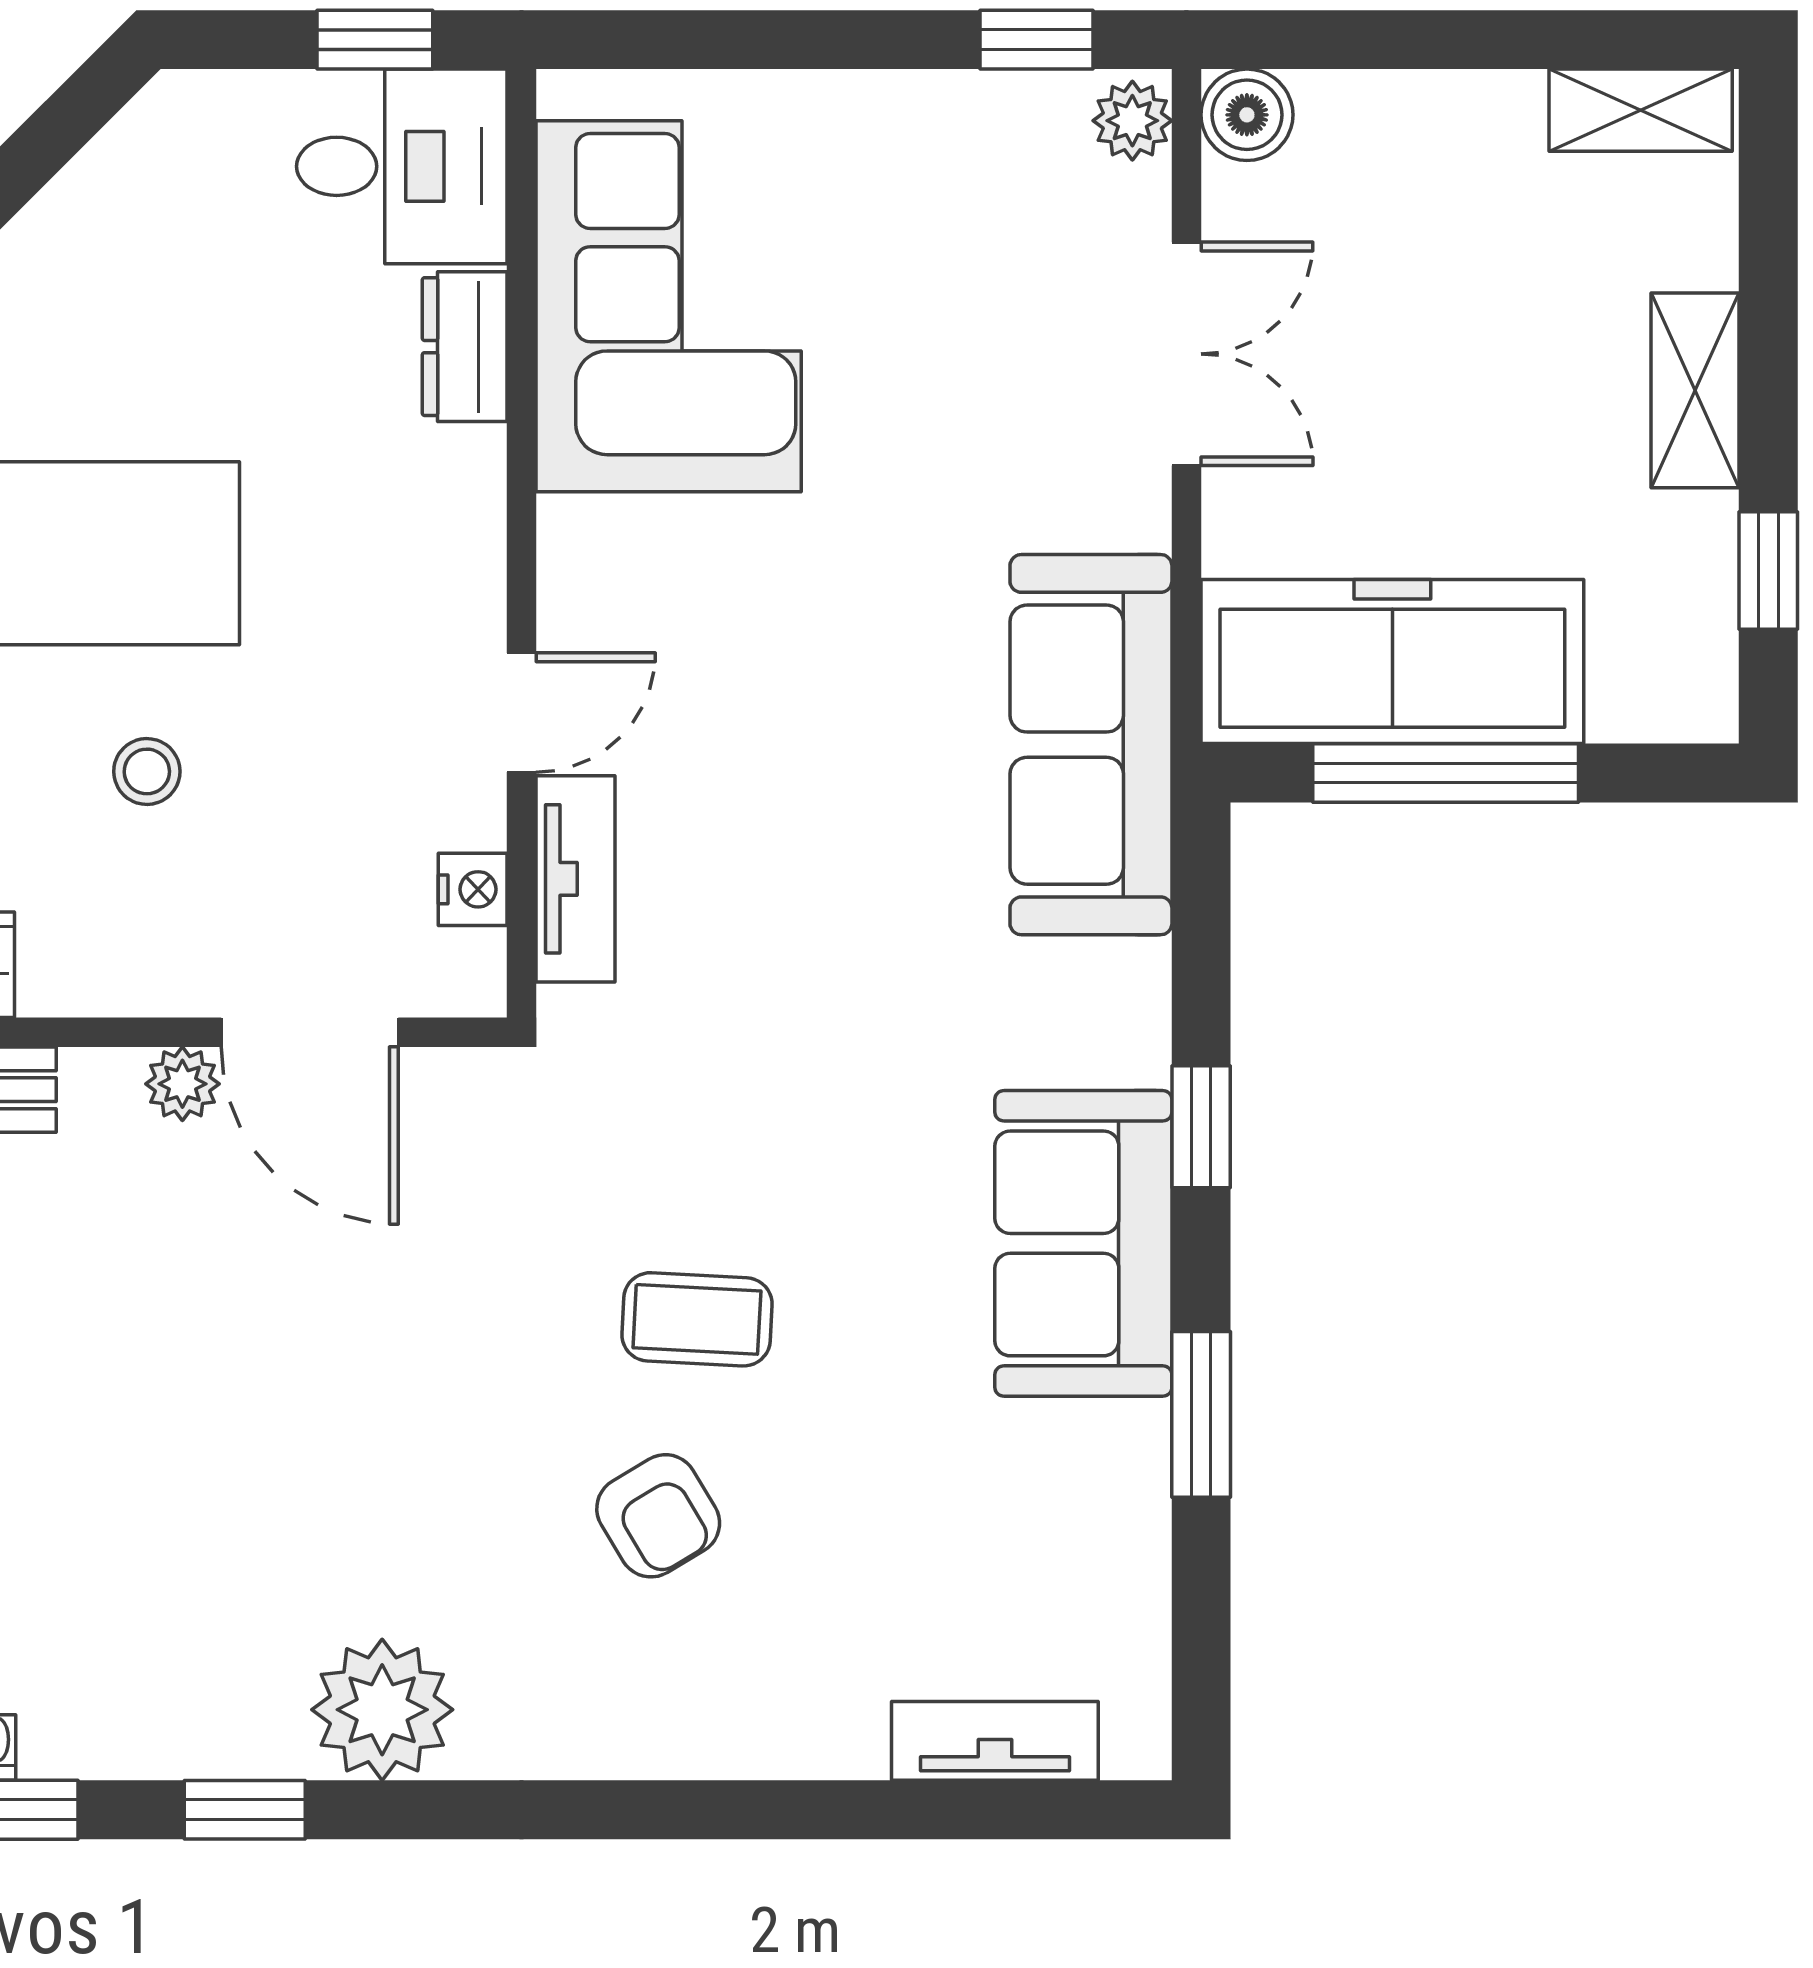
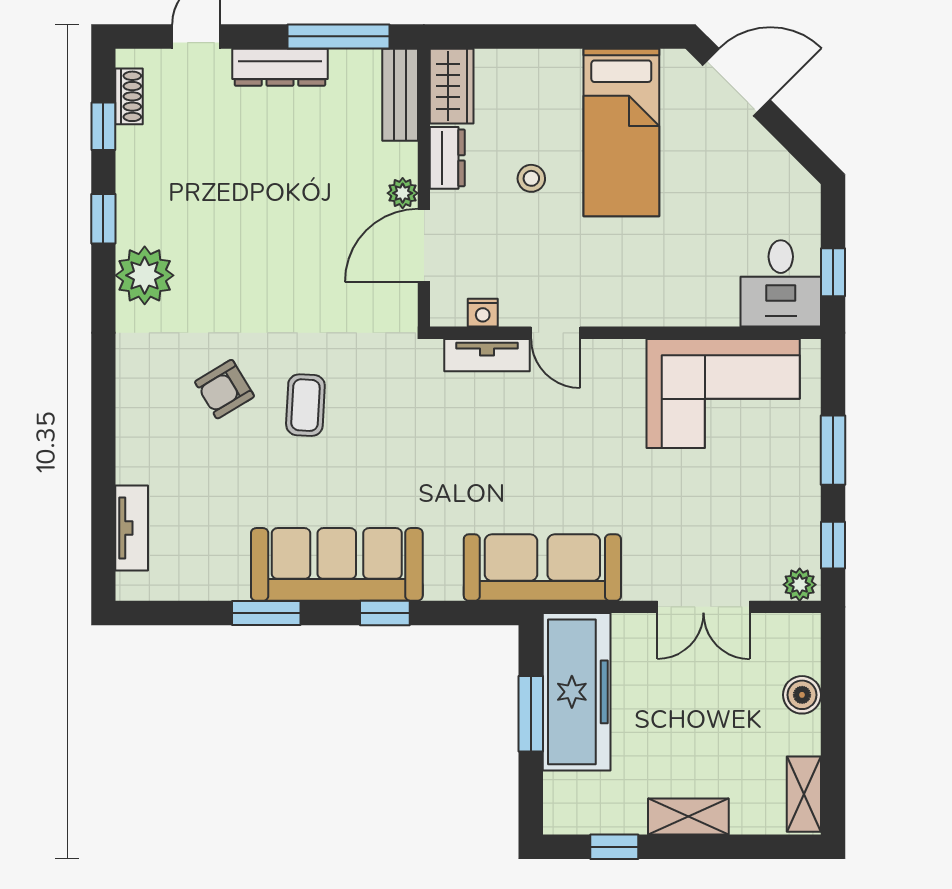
window: (806, 40) -> (833, 450), added
boiler: (1247, 115) -> (802, 695), moved
dresser: (465, 347) -> (447, 158), moved, turned 90
window: (1446, 773) -> (531, 714), width x0.69
sofa: (1083, 1243) -> (337, 564), width x1.36

